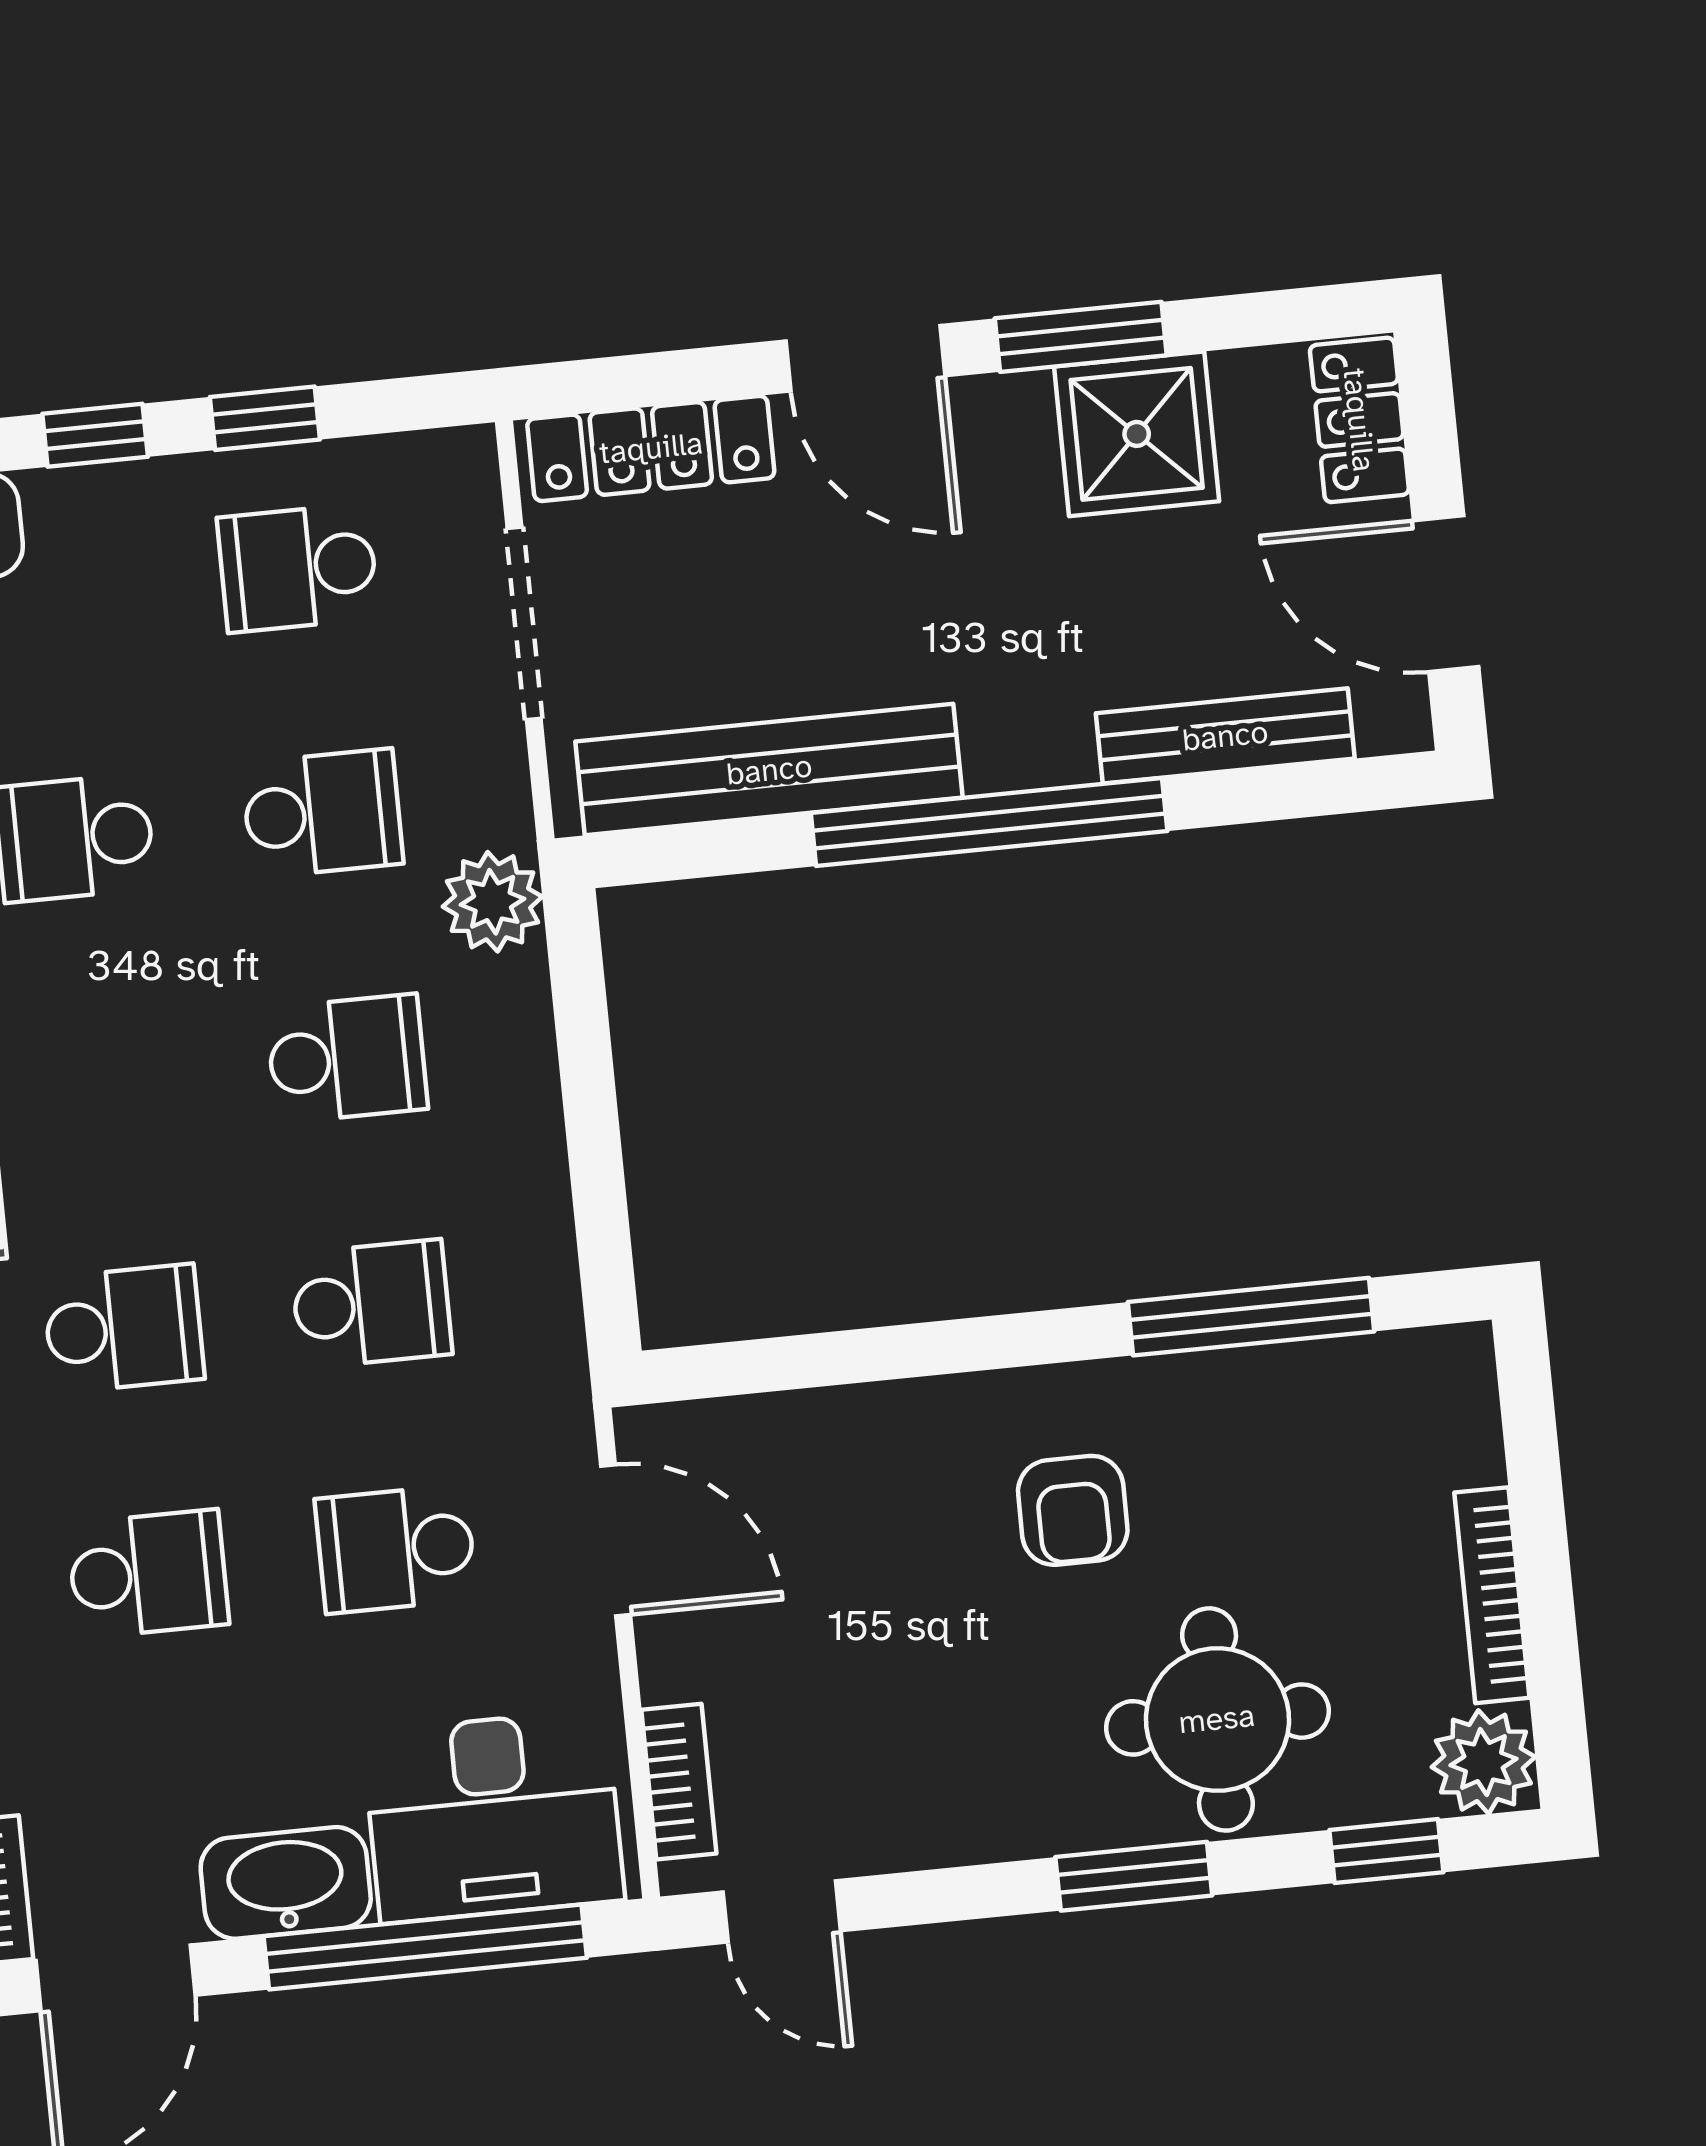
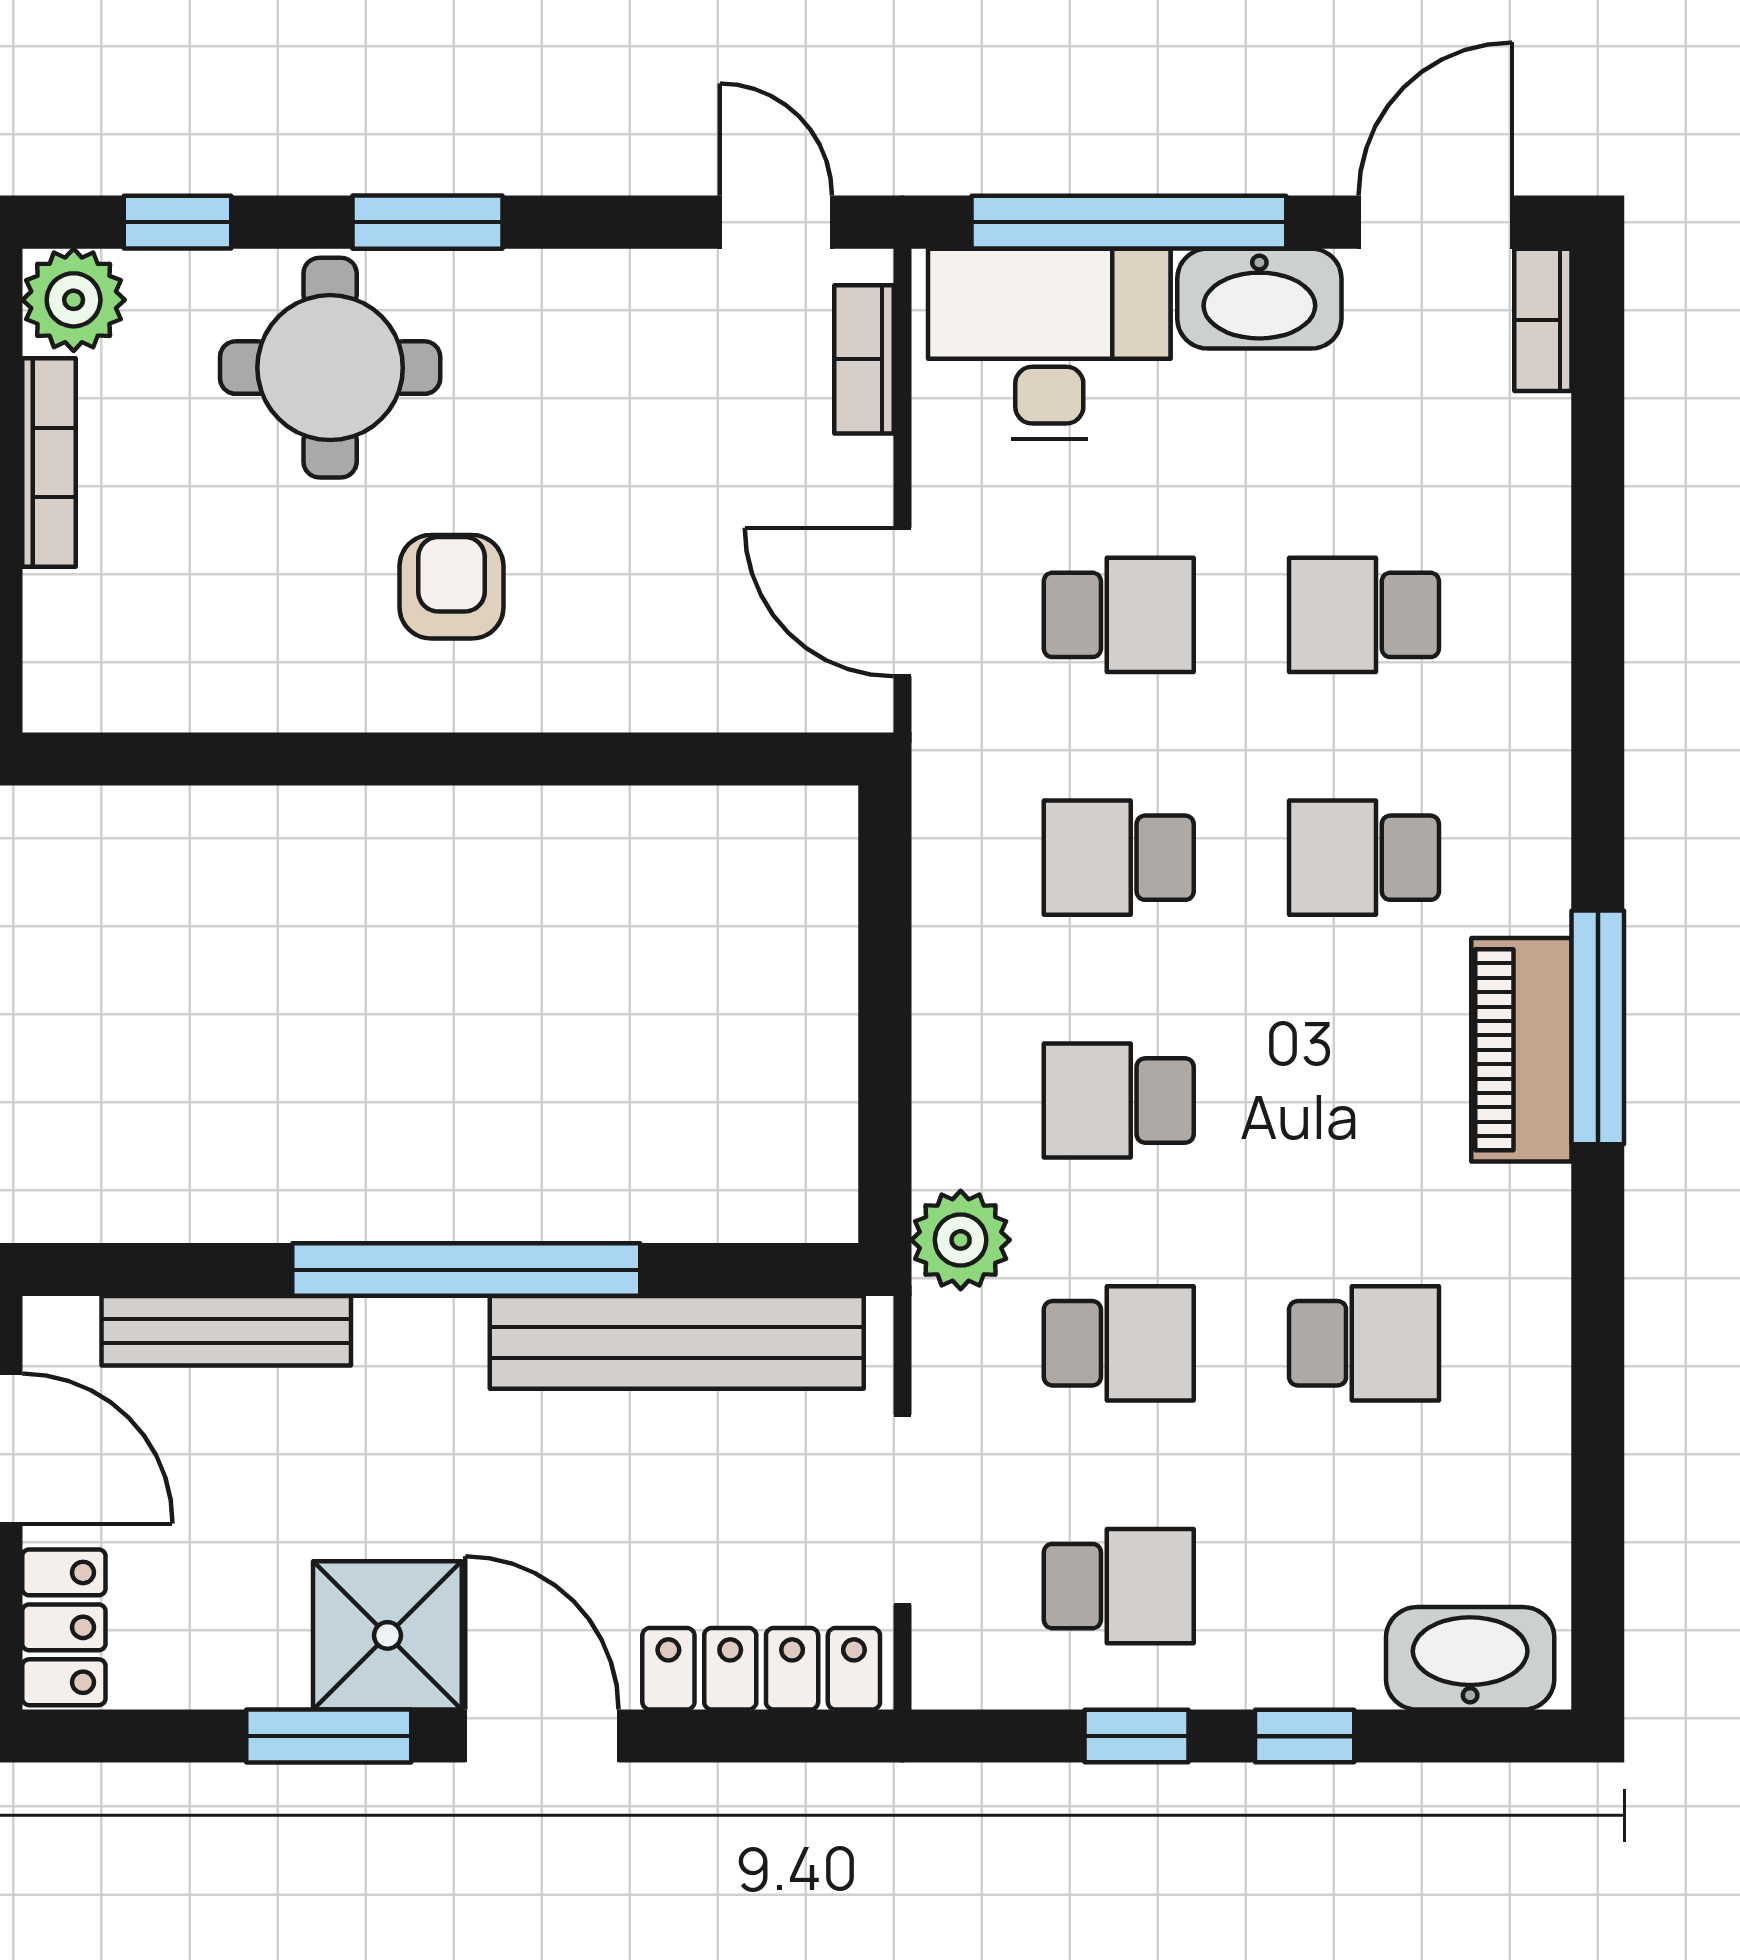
shower: (1137, 434) -> (387, 1635), moved
school desk: (322, 813) -> (1119, 1343), turned 180
window: (1251, 1317) -> (258, 759), removed

